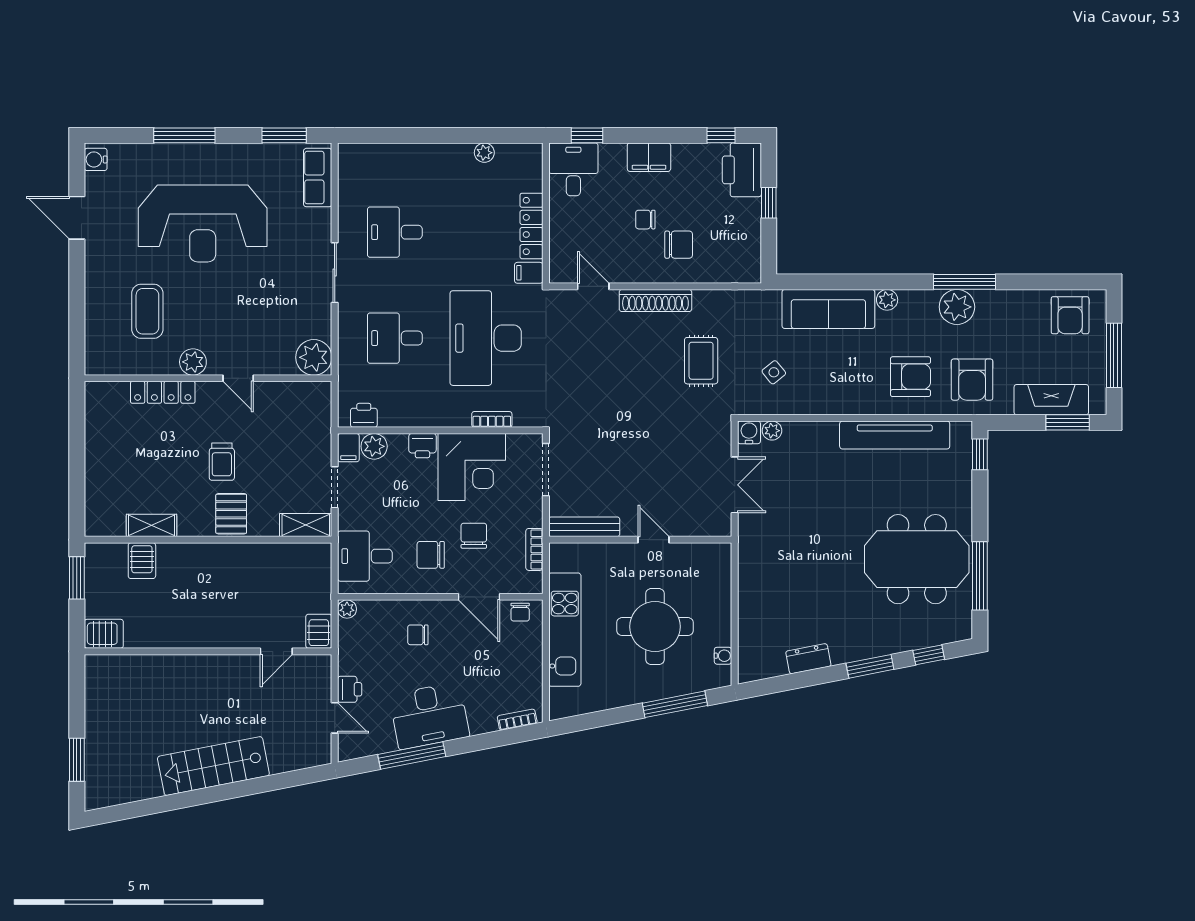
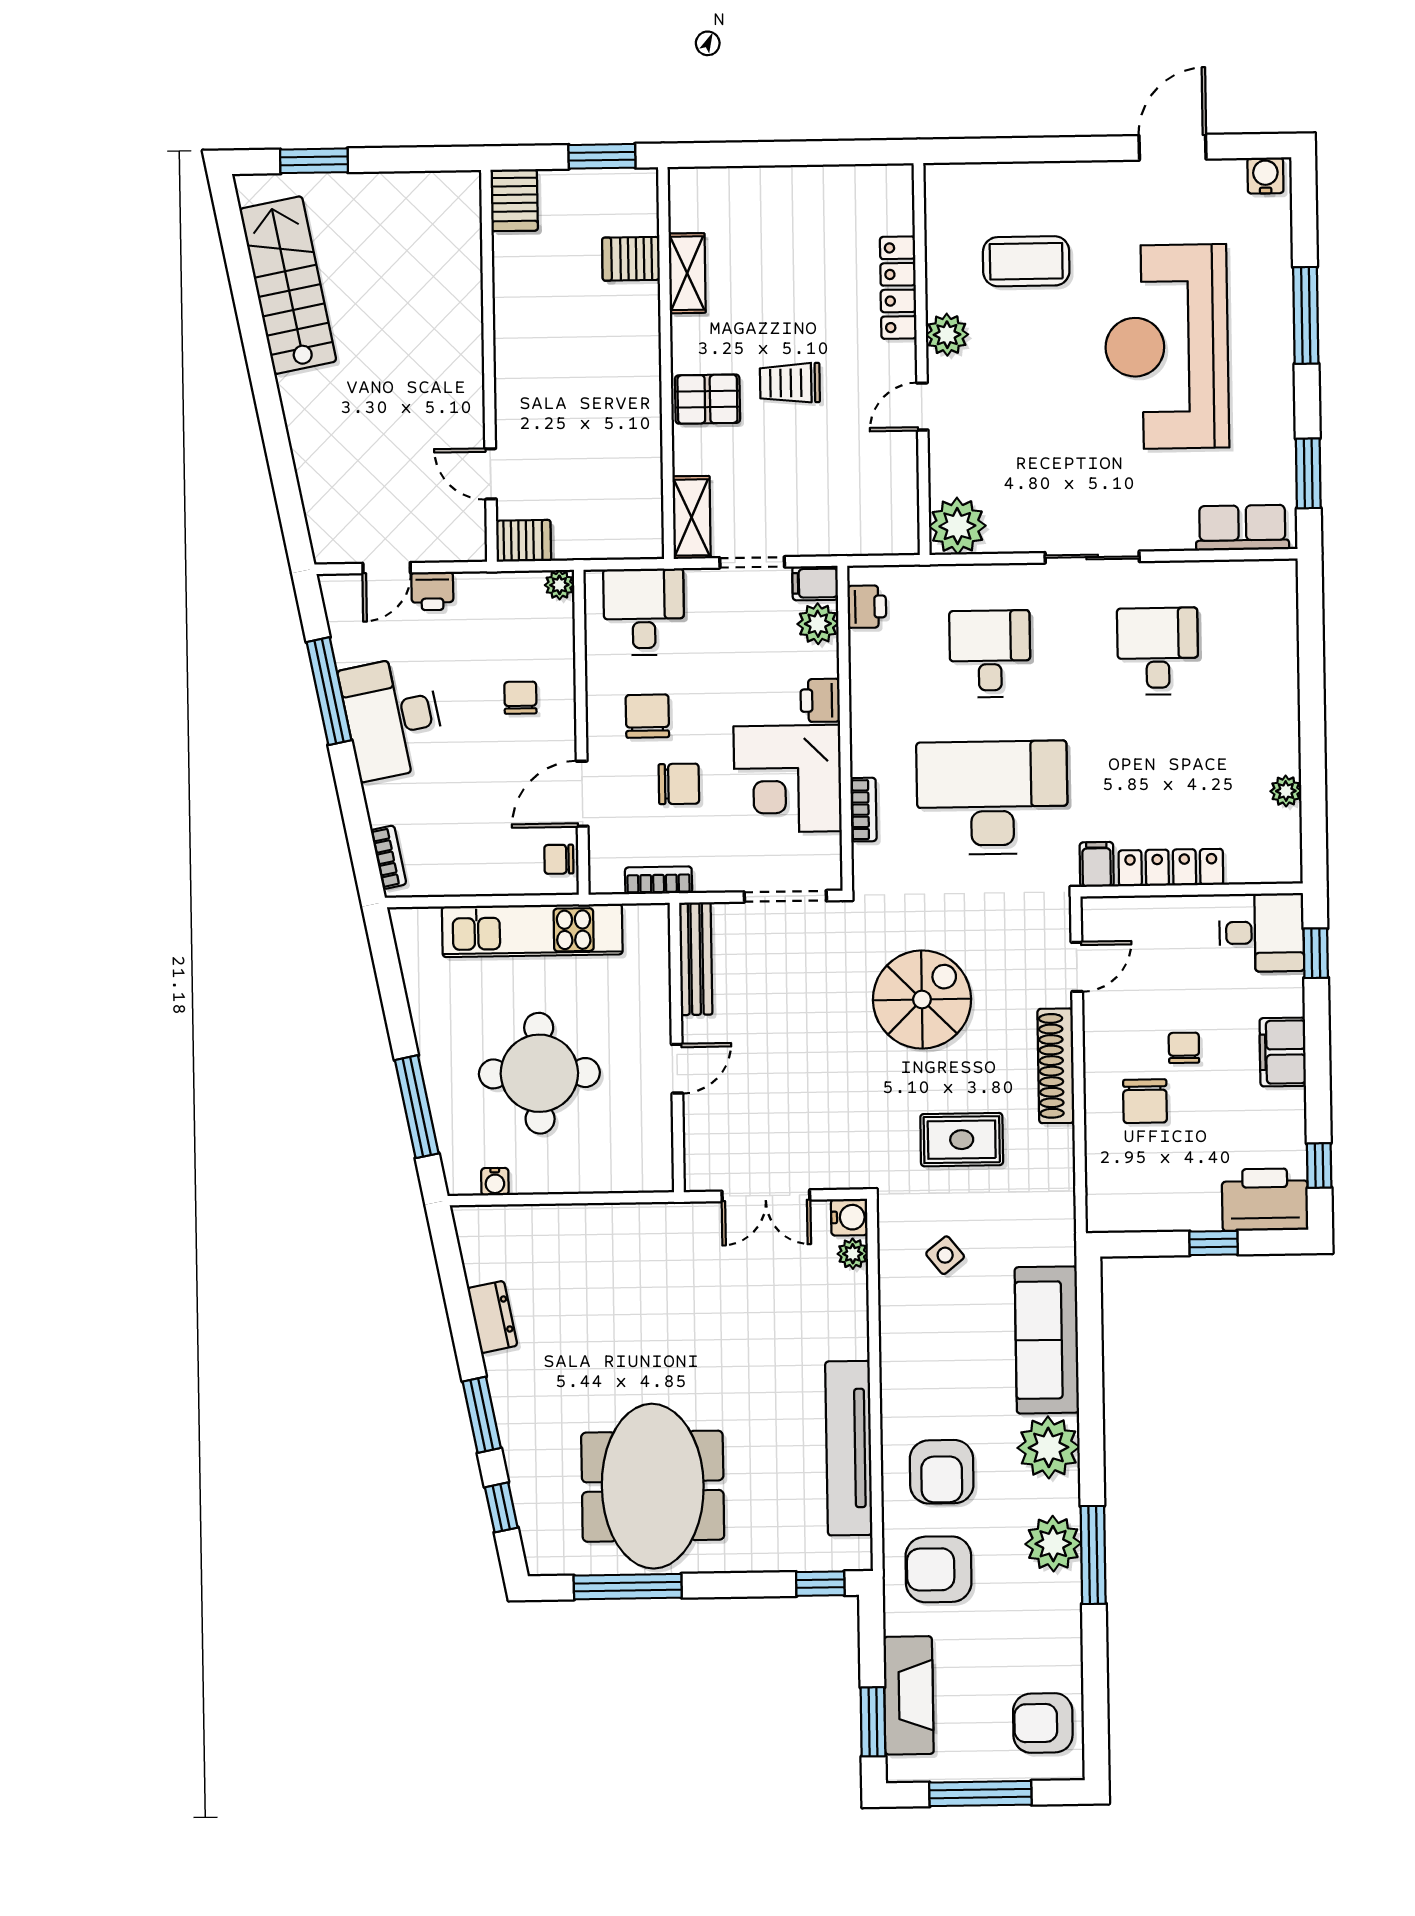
plant: (887, 300) -> (1048, 1447), width x1.87, depth x1.87
spiral stairs: (612, 384) -> (922, 1000), added
stairs: (213, 766) -> (288, 285), moved

